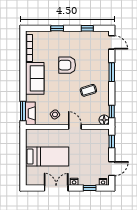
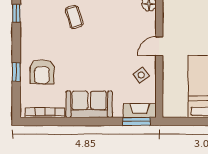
window: (87, 28) -> (16, 13), moved
armchair: (67, 65) -> (42, 72), moved
coffee table: (88, 90) -> (74, 17), moved

